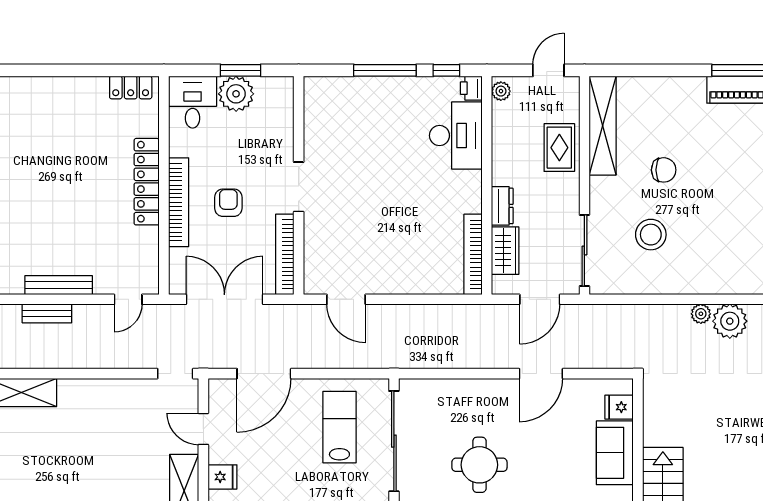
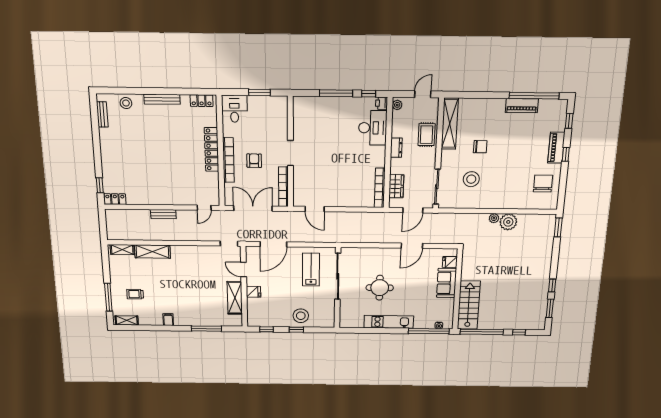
plant: (236, 94) -> (257, 105), removed
dresser: (502, 206) -> (396, 148), moved
bench: (59, 285) -> (162, 99), moved

